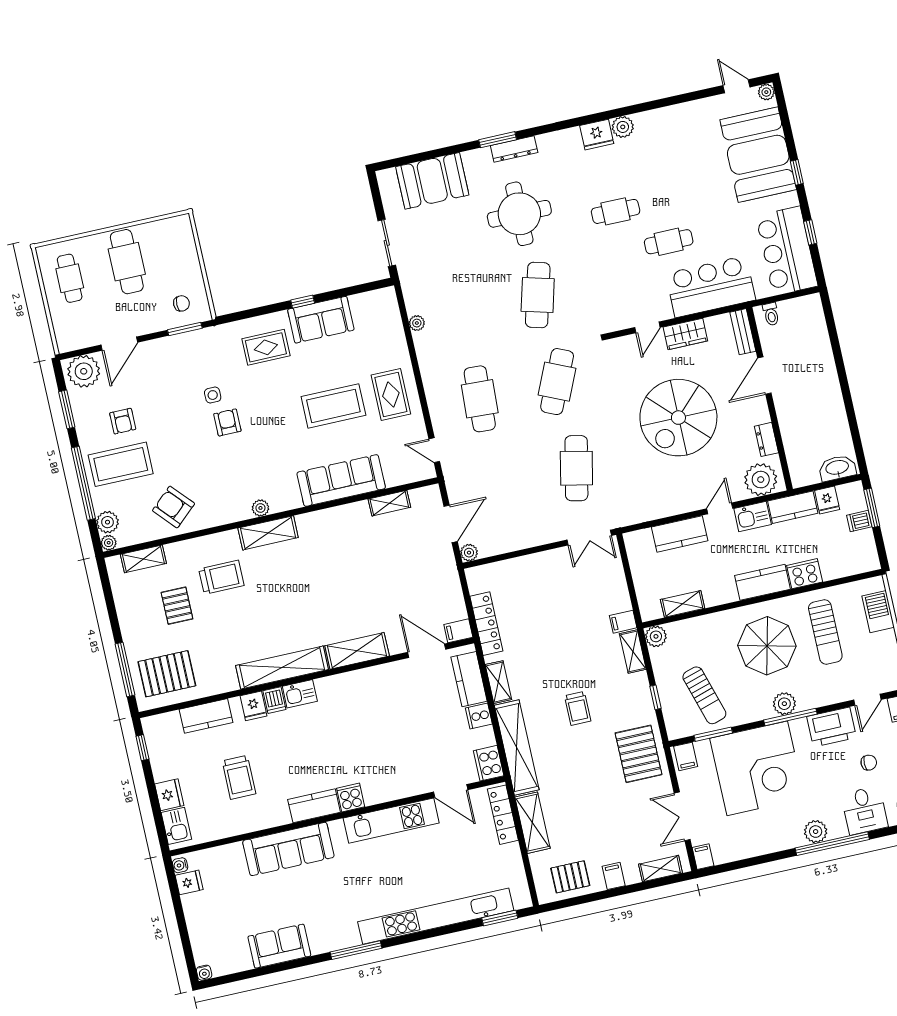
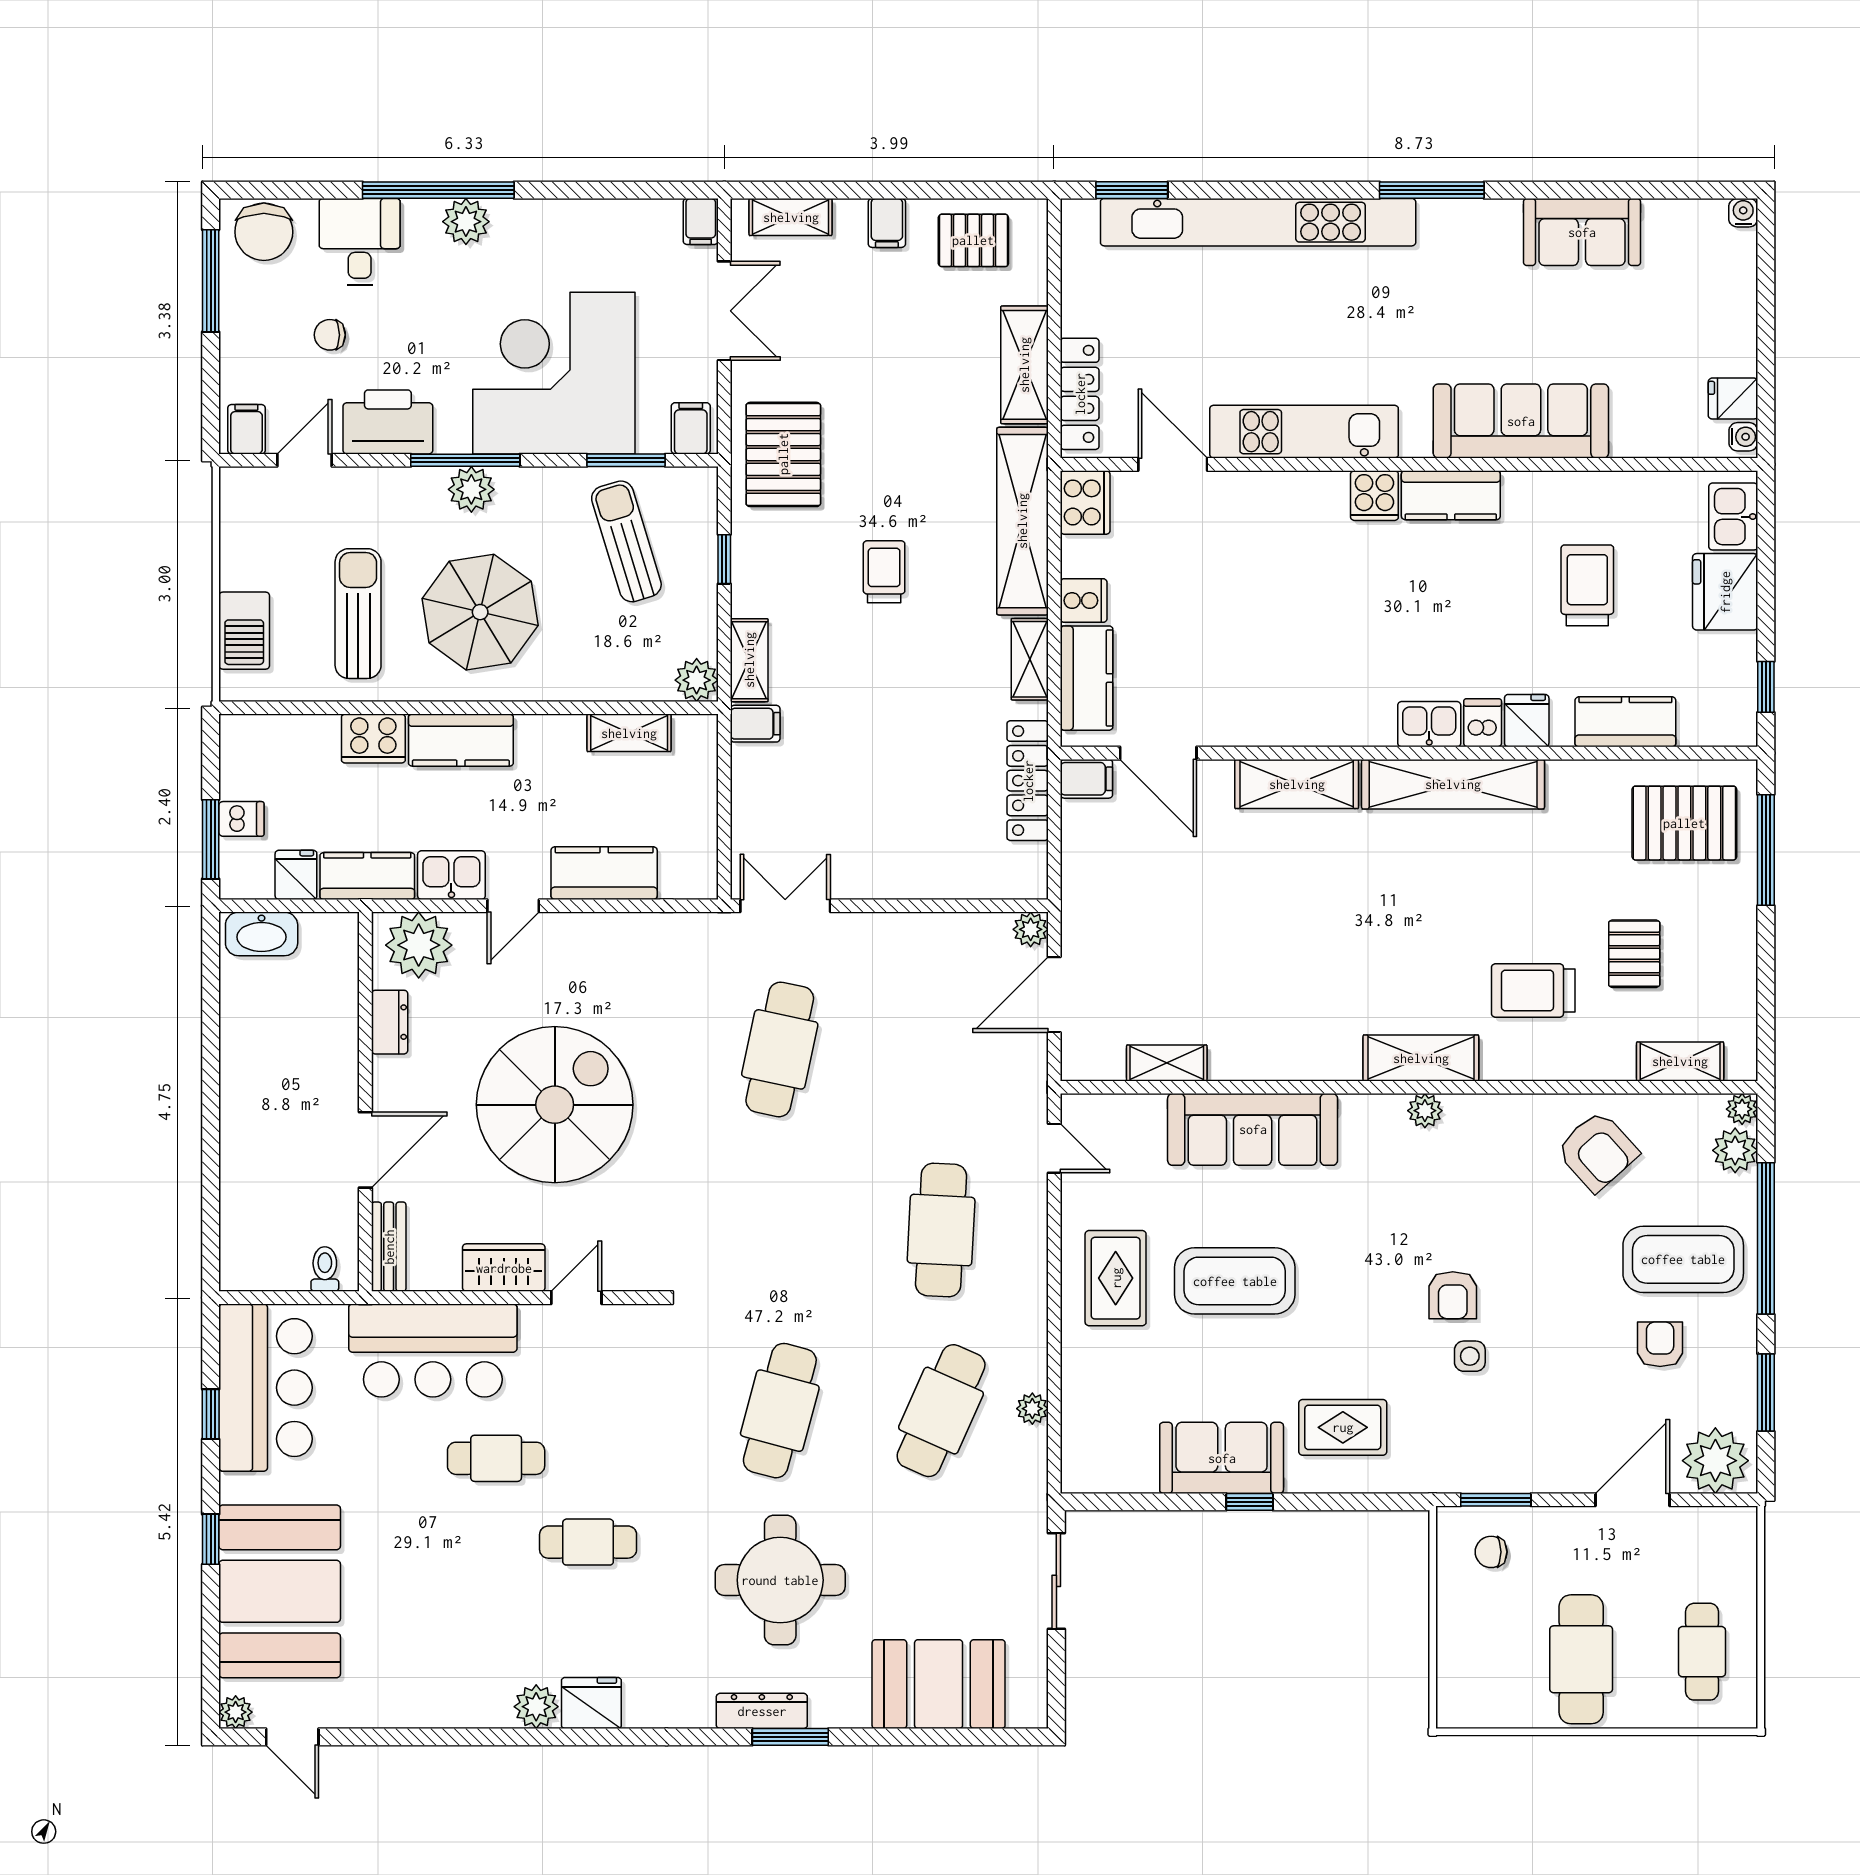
cafe table: (557, 382) -> (941, 1411), moved
fridge: (169, 795) -> (1725, 592), width x1.36, depth x1.34

